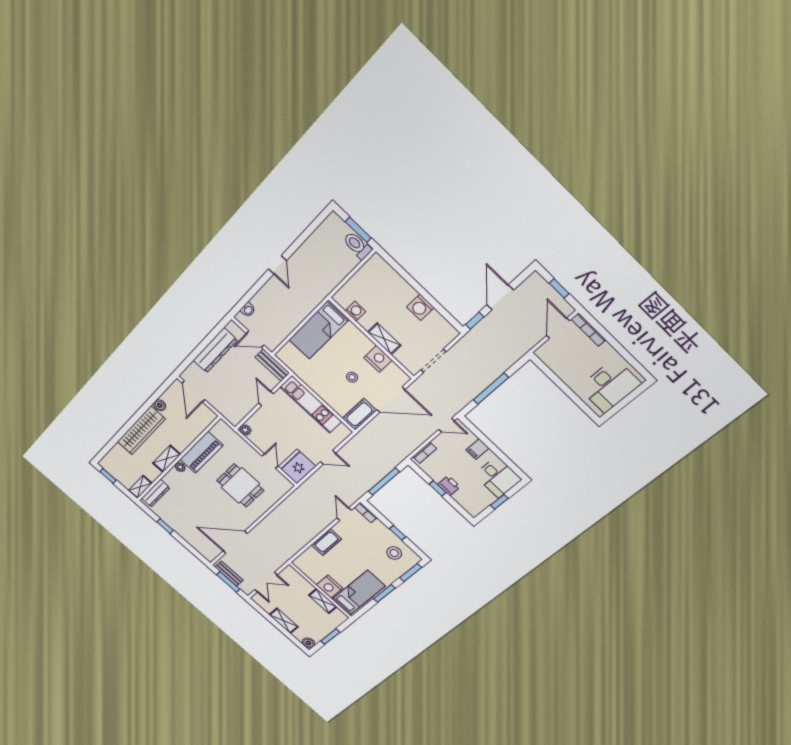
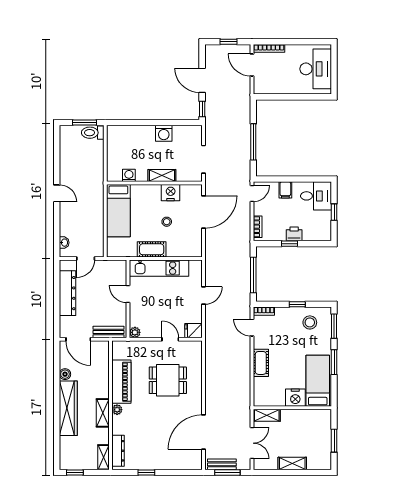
bench: (272, 365) -> (109, 332), moved
cot: (359, 414) -> (152, 249), moved, turned 90
fridge: (297, 466) -> (193, 331), width x0.53, depth x0.75
shelving: (323, 601) -> (267, 415), moved
boiler: (308, 643) -> (325, 464), removed

